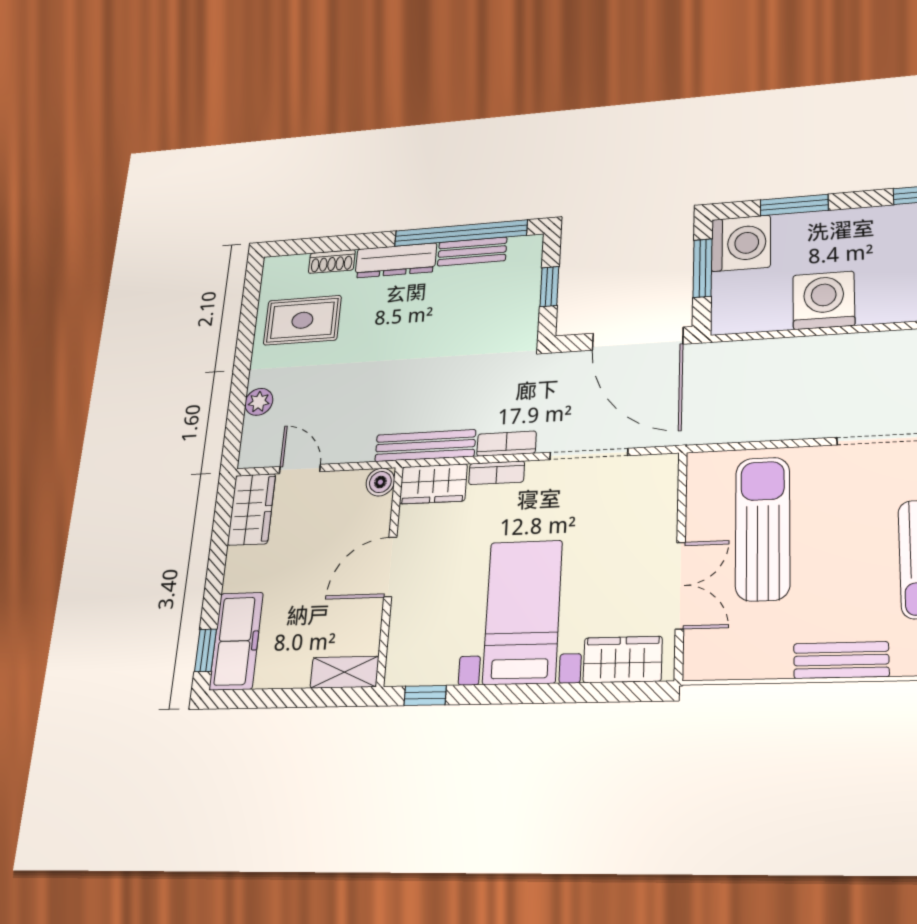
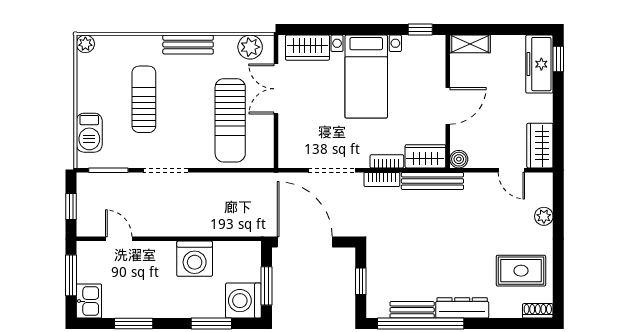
shoe rack: (332, 262) -> (538, 311), moved
plant: (726, 658) -> (250, 47), added

